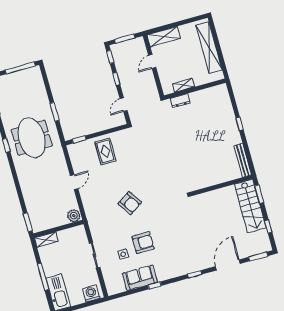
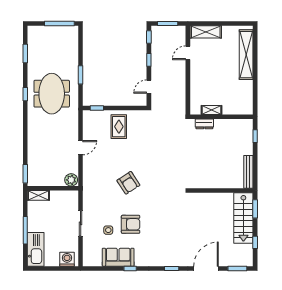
shelving: (183, 85) -> (212, 110), moved
wall: (195, 89) -> (222, 117), moved
dresser: (180, 101) -> (204, 124), moved

